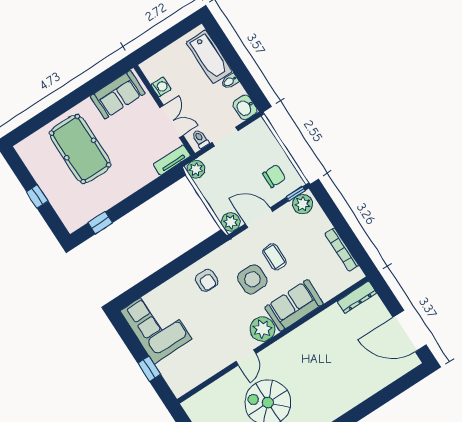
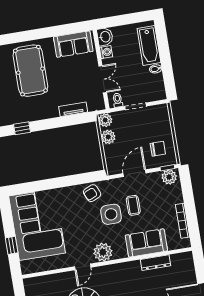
washbasin: (245, 107) -> (105, 37), moved, turned 180
tv unit: (172, 160) -> (73, 109), moved
door: (259, 218) -> (134, 173), hinge flipped
plant: (231, 222) -> (108, 137), moved
armchair: (207, 280) -> (92, 193), moved, turned 66
dresser: (357, 297) -> (155, 263), moved
sofa: (294, 305) -> (146, 243), moved
corner sofa: (156, 325) -> (37, 225), width x1.36, depth x1.36

